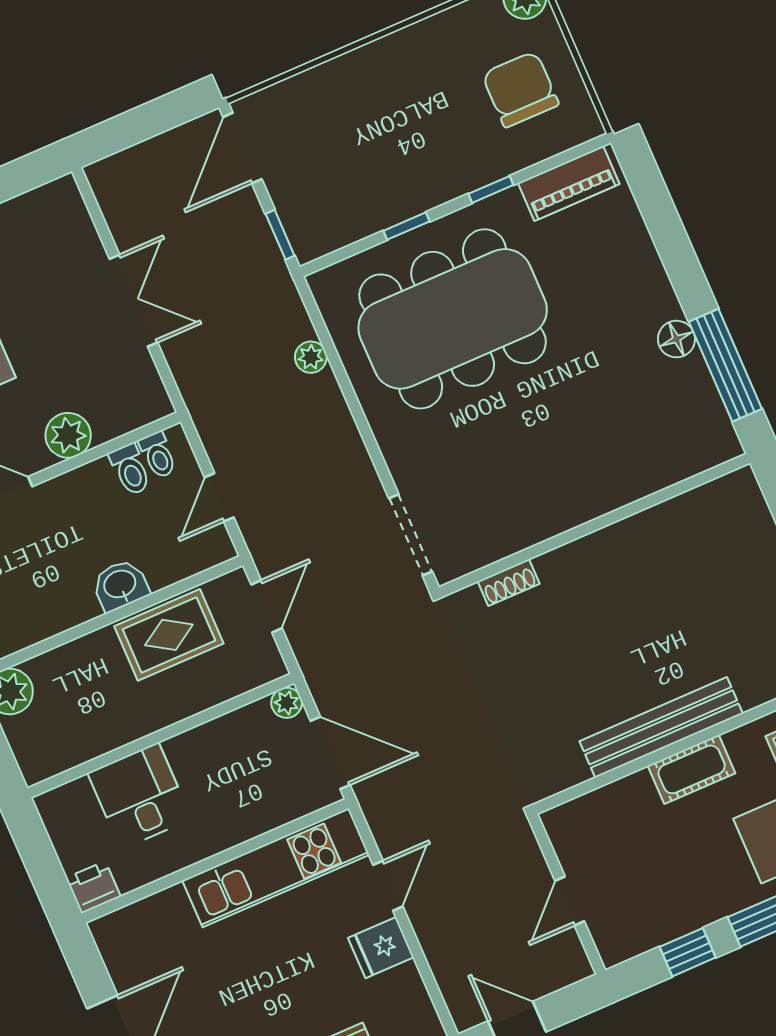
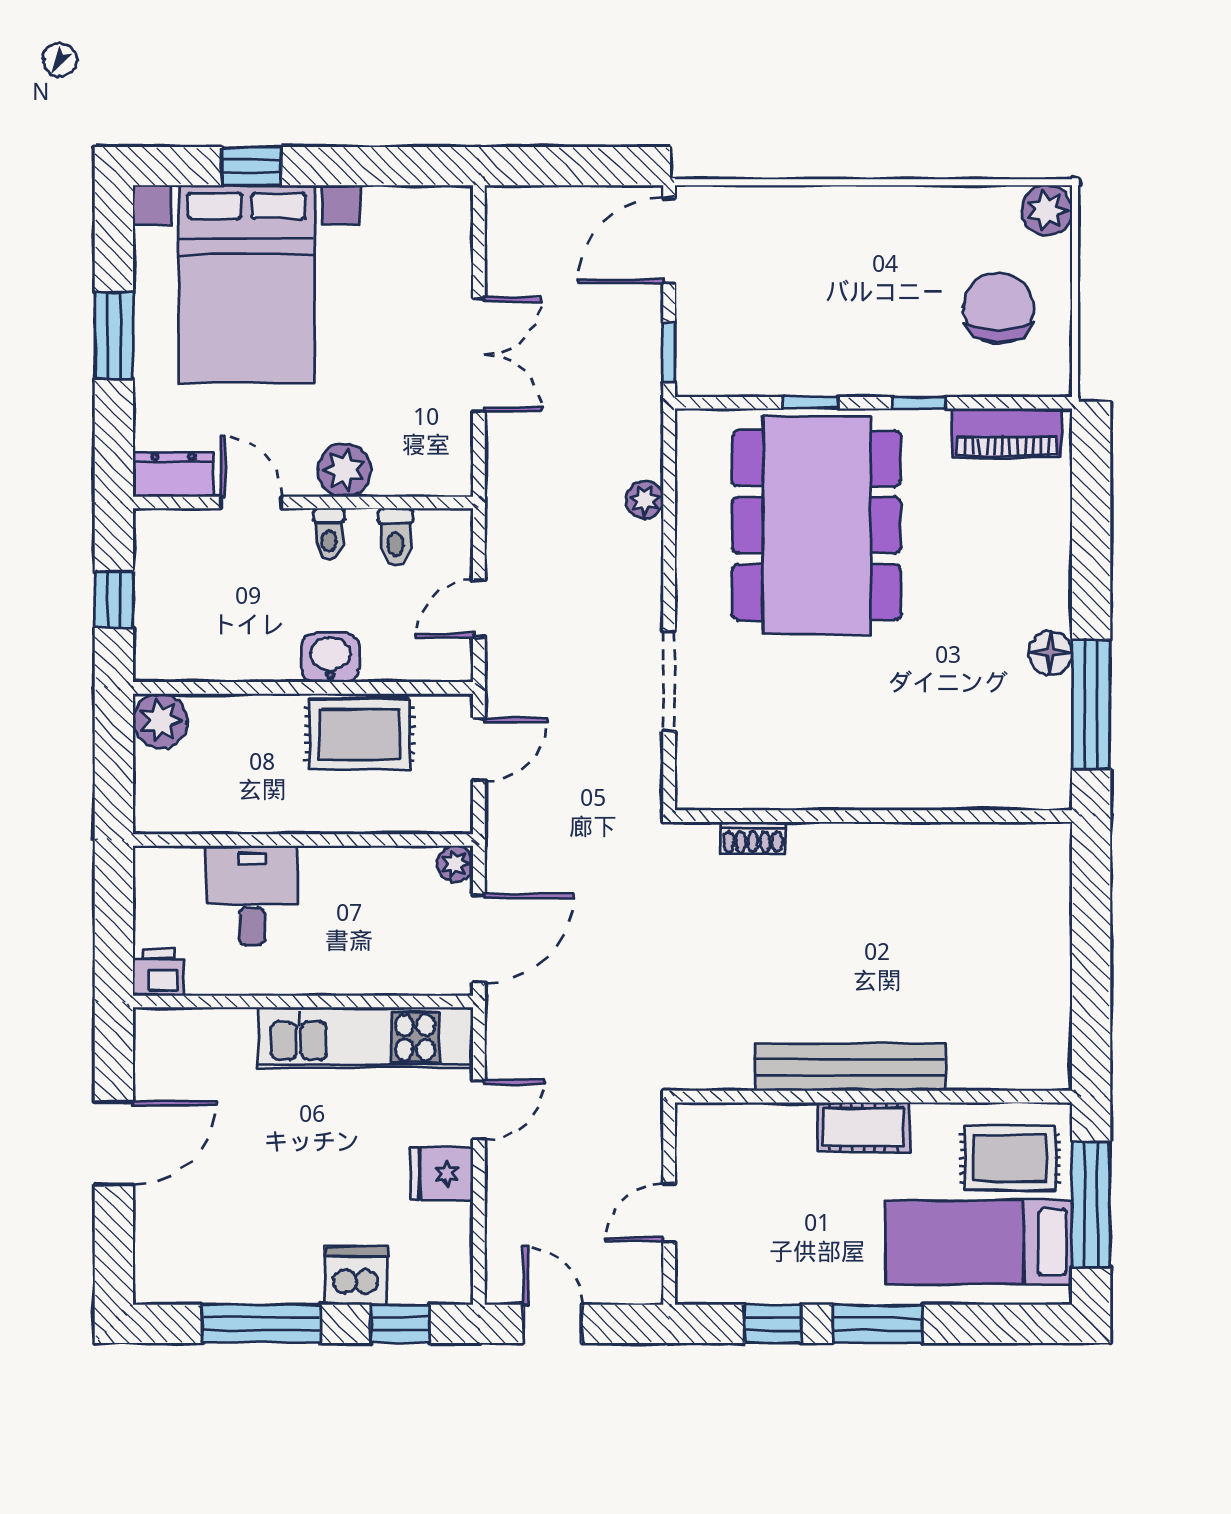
dining table: (453, 319) -> (817, 525), turned 90
toilet: (158, 455) -> (329, 534), moved
doorway: (411, 535) -> (669, 681), moved
door: (330, 753) -> (479, 939), hinge flipped

